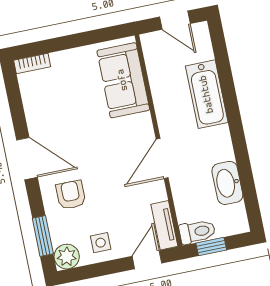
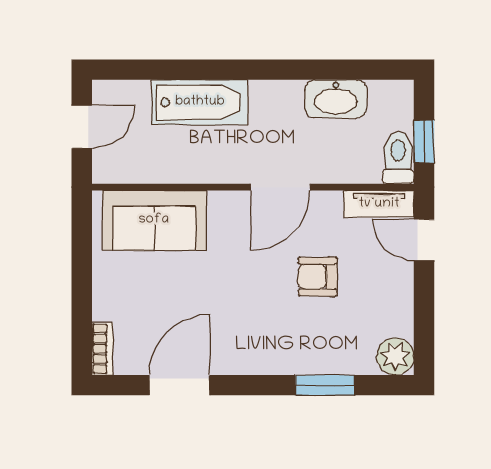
door: (162, 158) -> (280, 187), hinge flipped
door: (27, 159) -> (180, 385), moved
armchair: (71, 195) -> (318, 277), moved
window: (43, 236) -> (325, 385), moved
side table: (101, 243) -> (385, 303), removed

